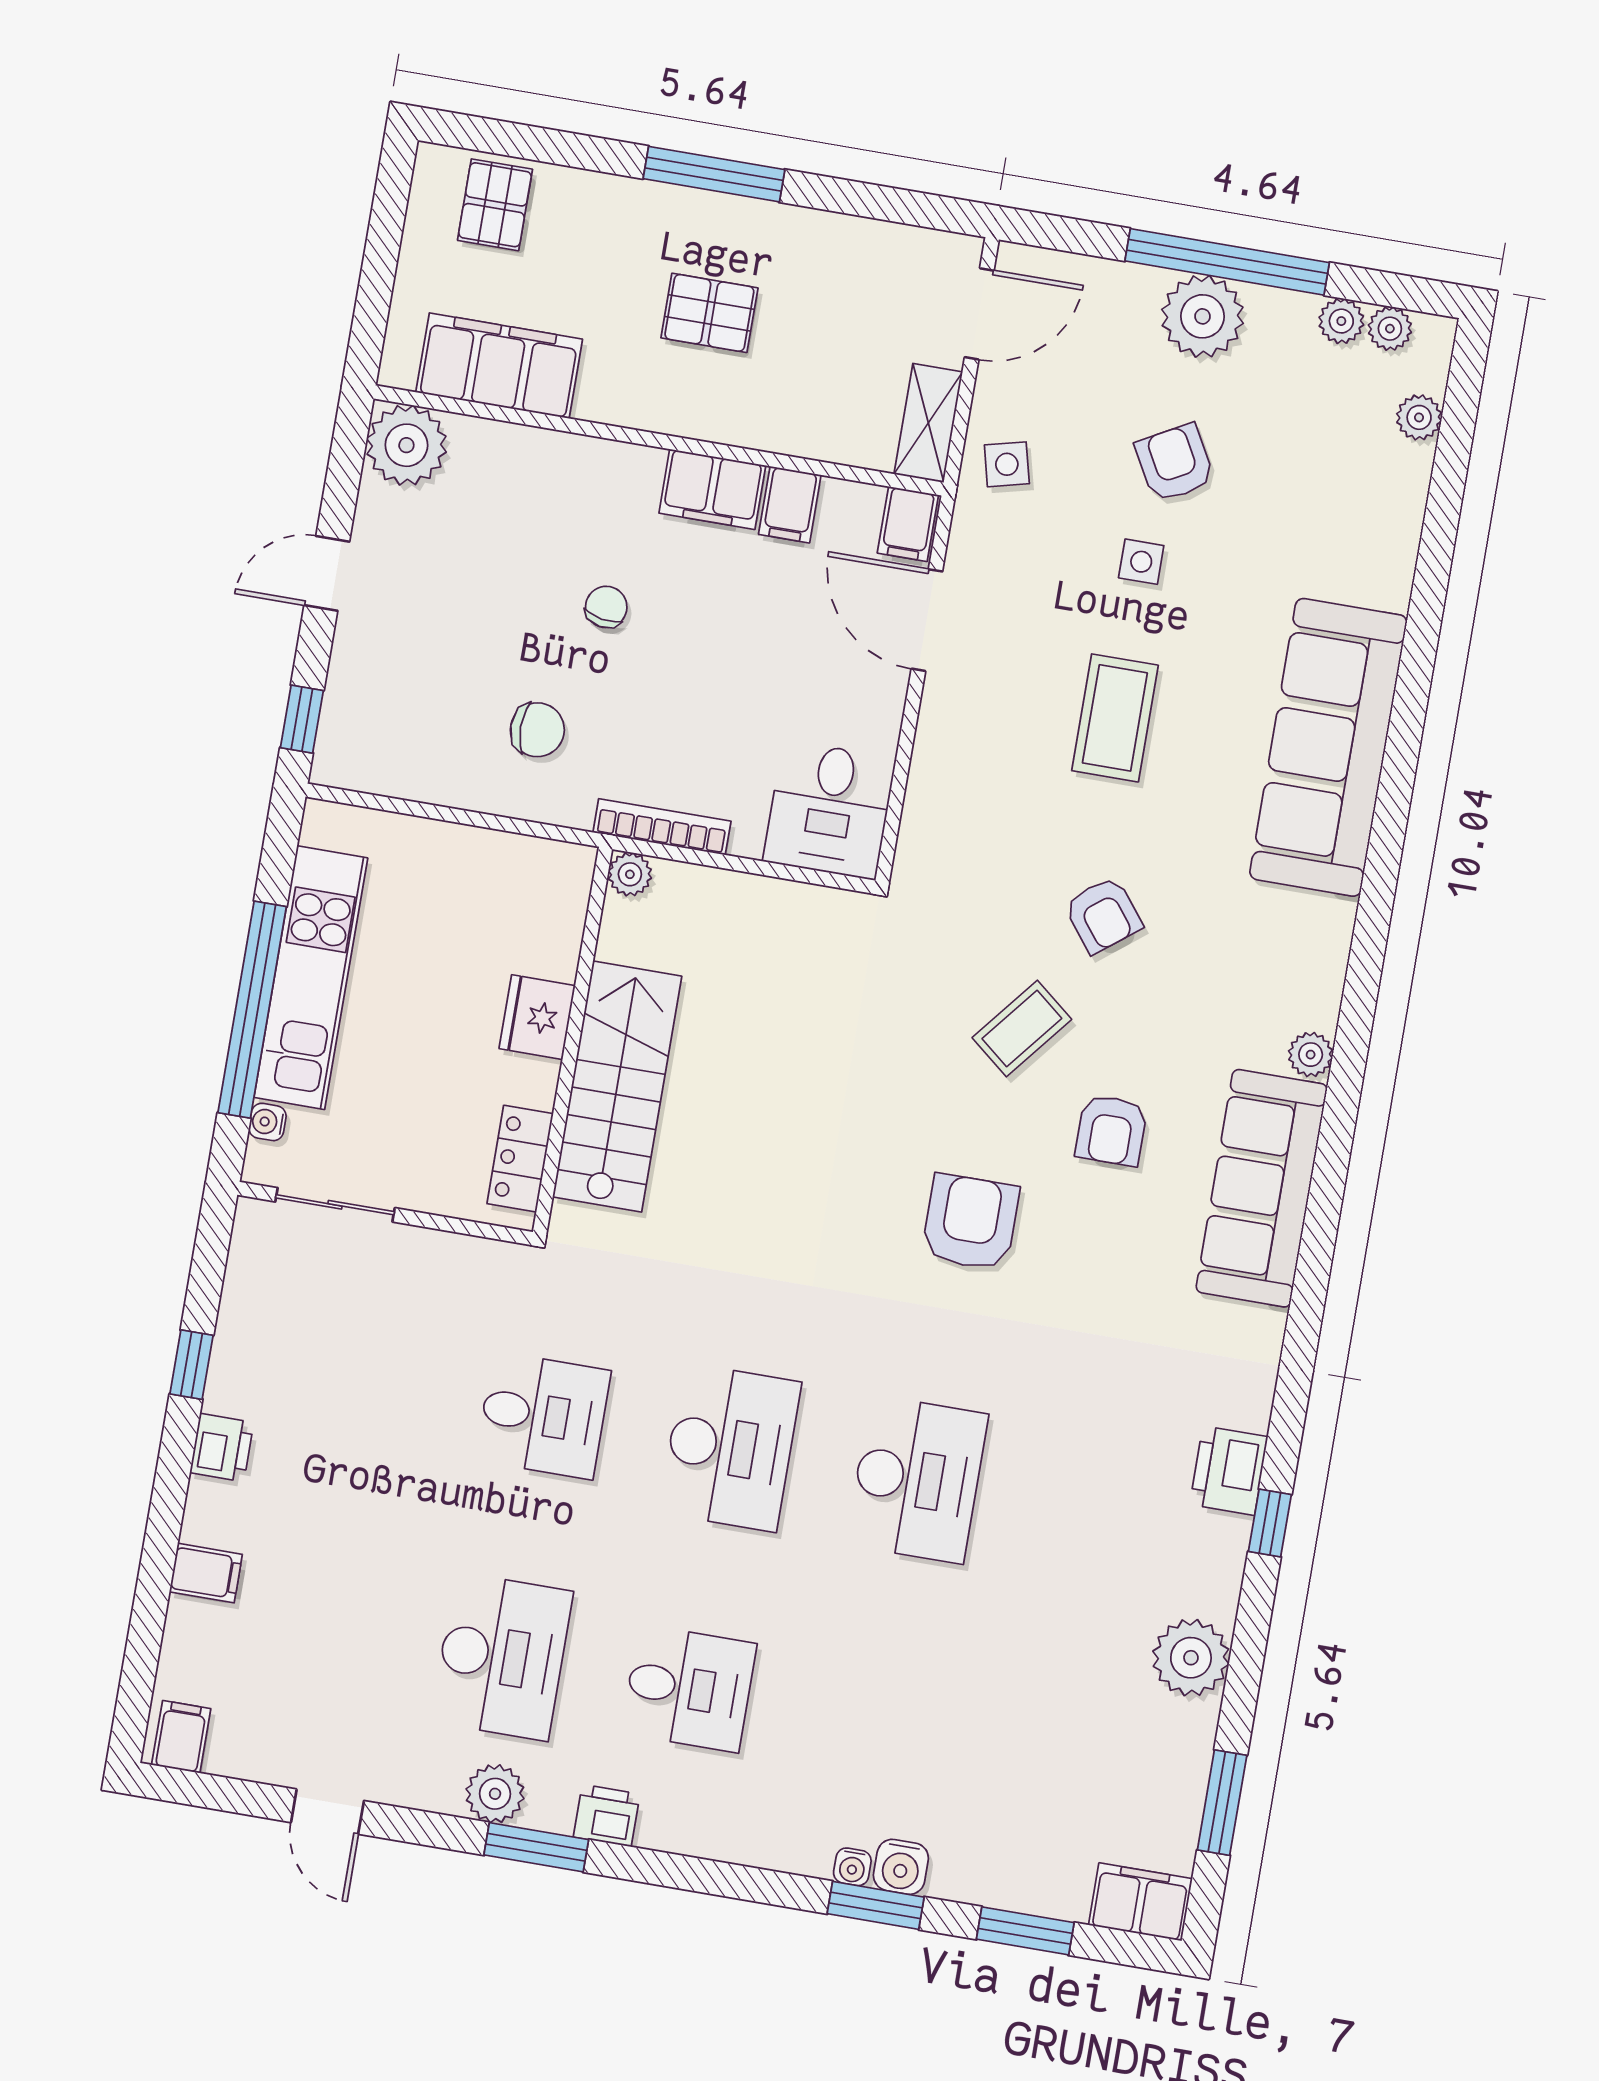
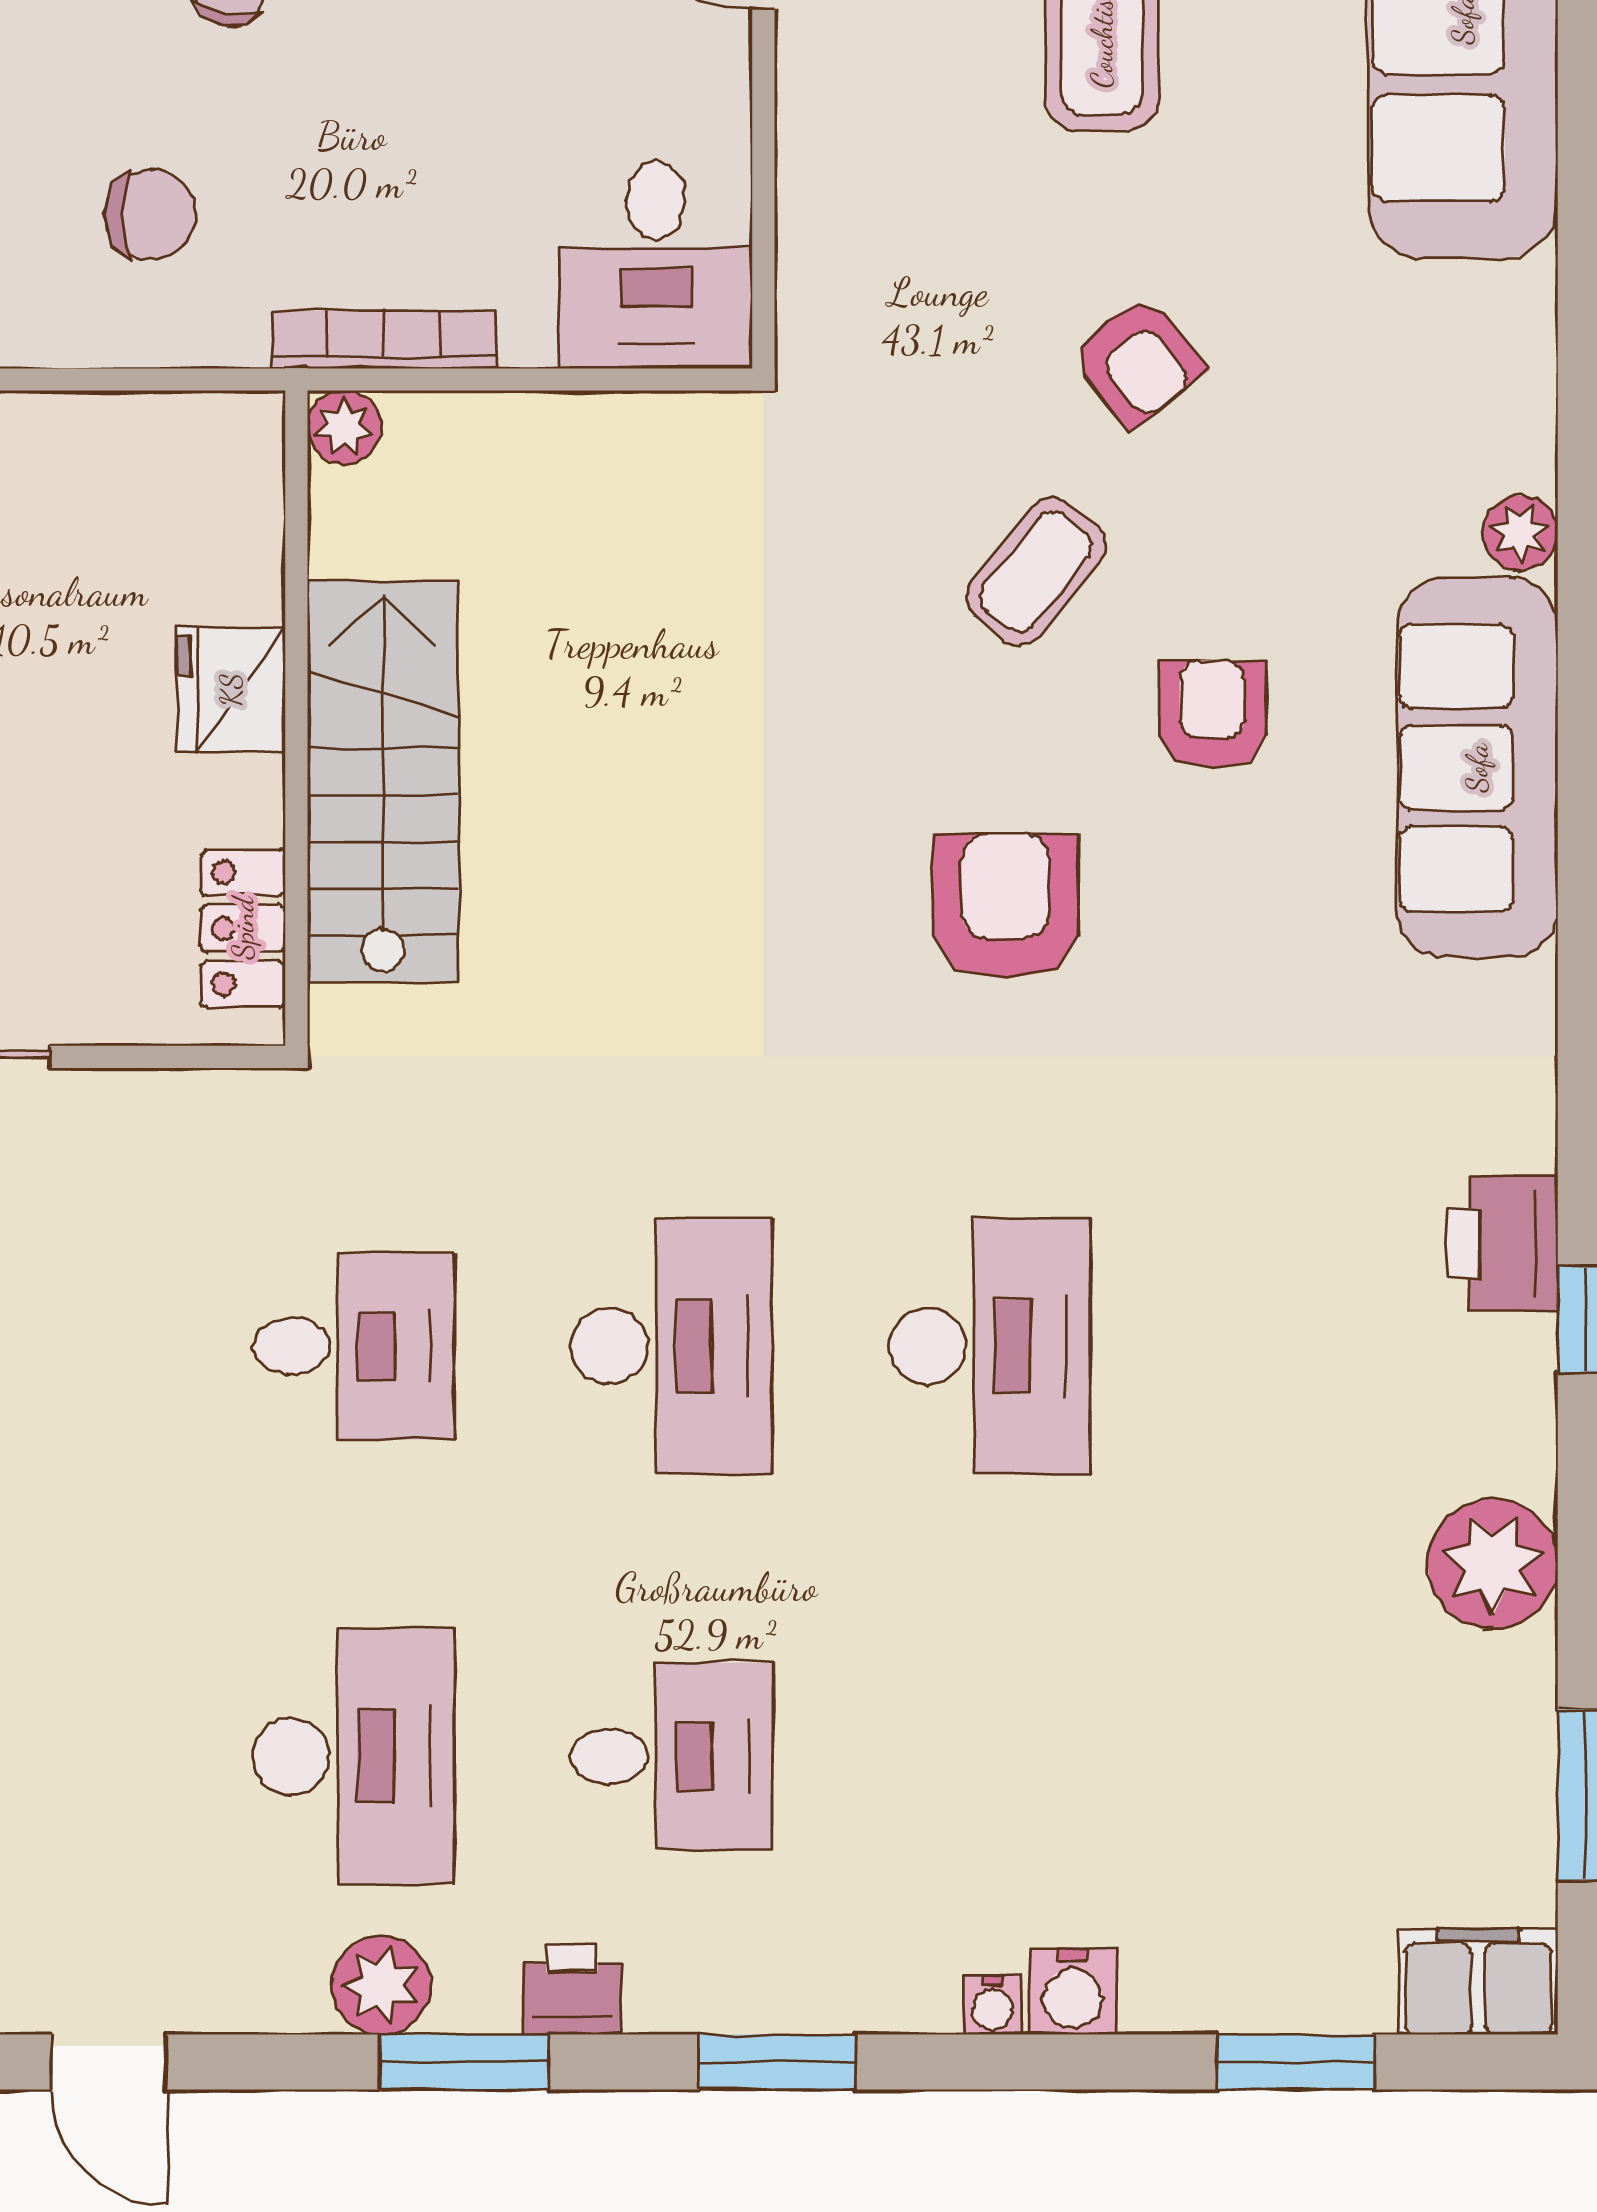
armchair: (1111, 1130) -> (1212, 714), turned 180
window: (876, 1905) -> (777, 2062), moved

